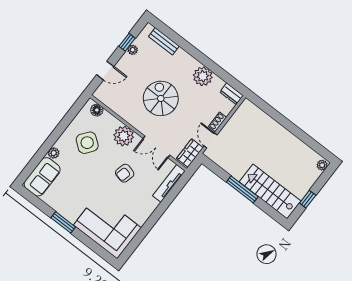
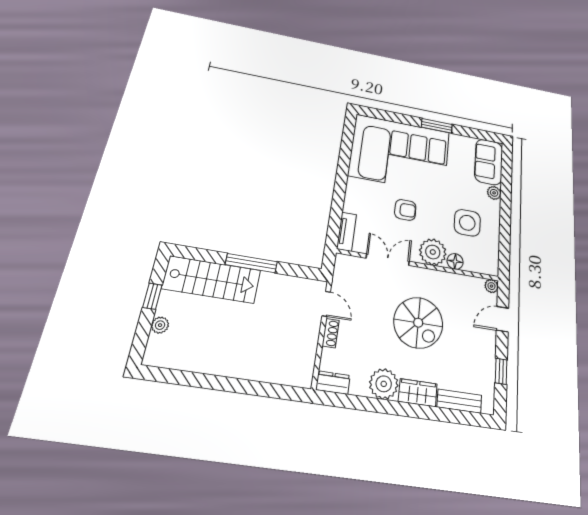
plant: (133, 50) -> (491, 286), moved
floor lamp: (97, 110) -> (455, 261), moved
side table: (87, 143) -> (467, 223), turned -37
wardrobe: (190, 153) -> (418, 393), moved, turned -90
plant: (322, 165) -> (160, 325), moved
armchair: (125, 173) -> (405, 210), turned 76
tv unit: (169, 183) -> (347, 232), width x0.71
corner sofa: (107, 226) -> (400, 153), width x1.36, depth x1.36

